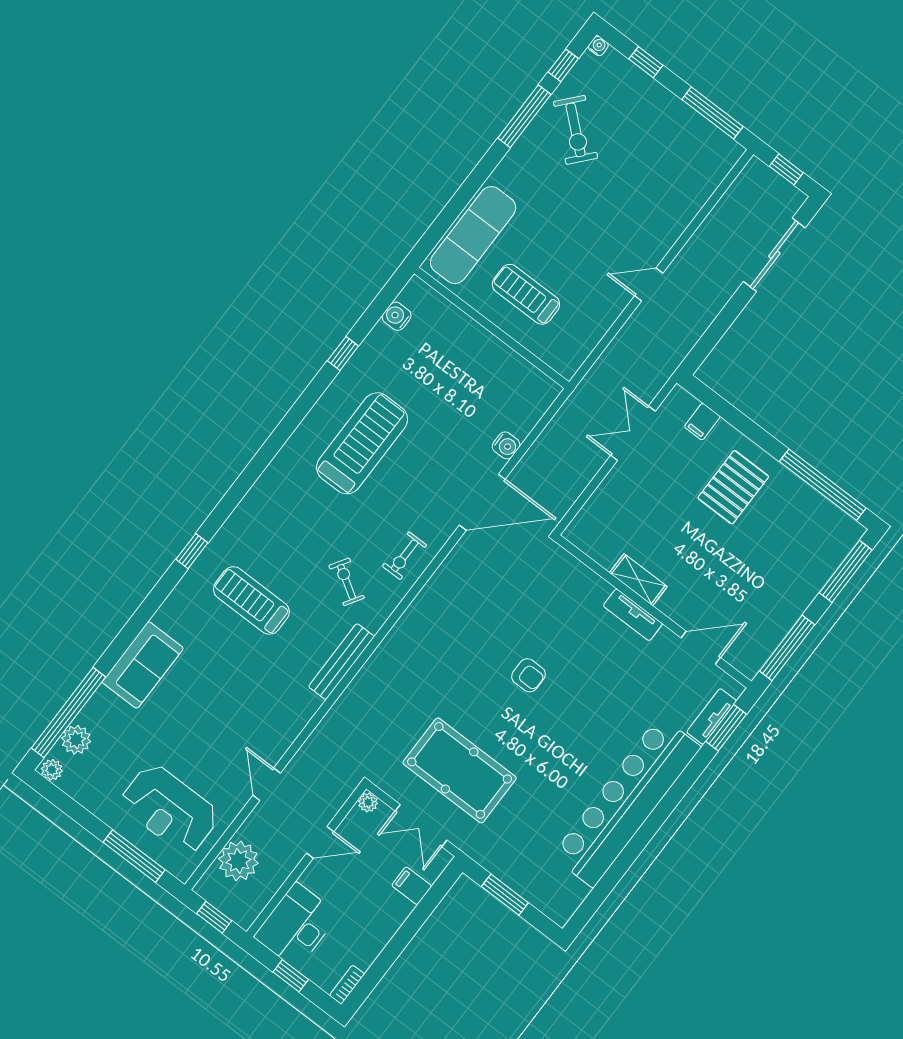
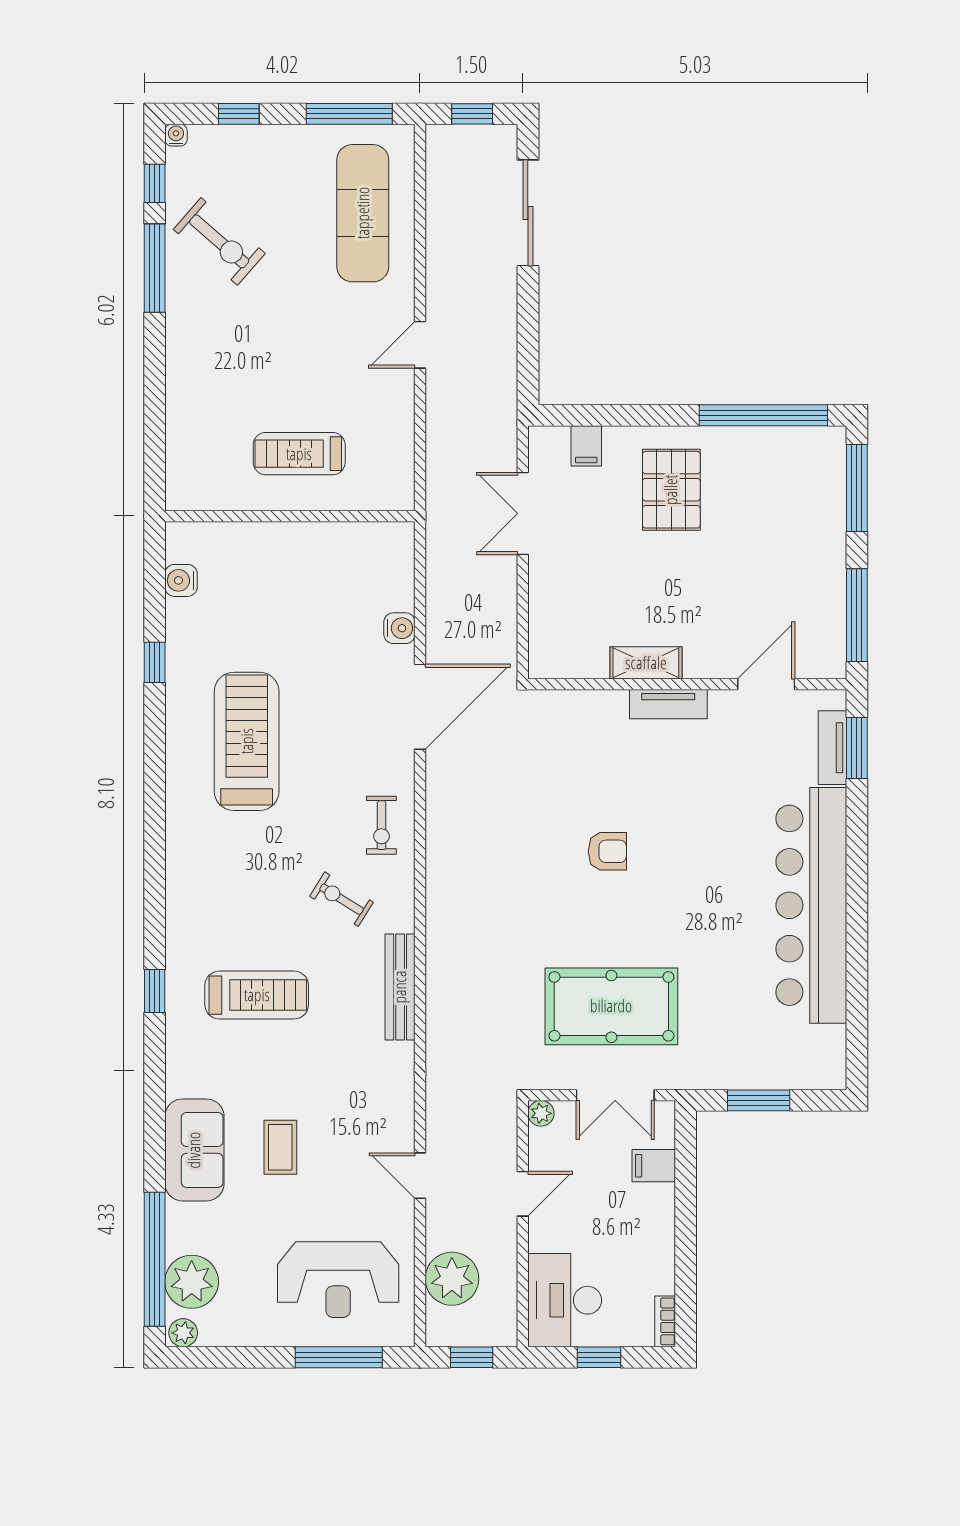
exercise mat: (473, 235) -> (363, 213), moved
treadmill: (251, 600) -> (257, 995), turned 180
coffee table: (196, 703) -> (280, 1147), added
plant: (76, 740) -> (192, 1282), width x1.36, depth x1.36

